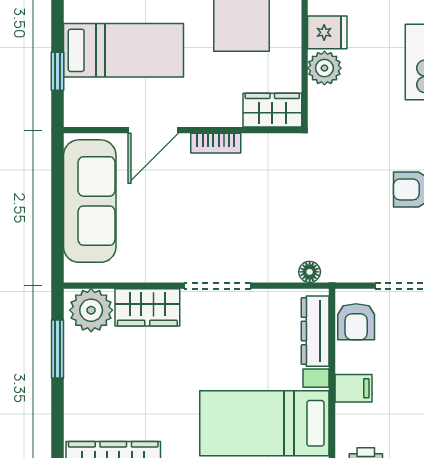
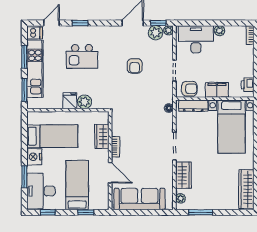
wardrobe: (272, 110) -> (102, 136), moved
plant: (91, 310) -> (181, 198), width x0.53, depth x0.53
filing cabinet: (353, 388) -> (217, 90), width x2.00

